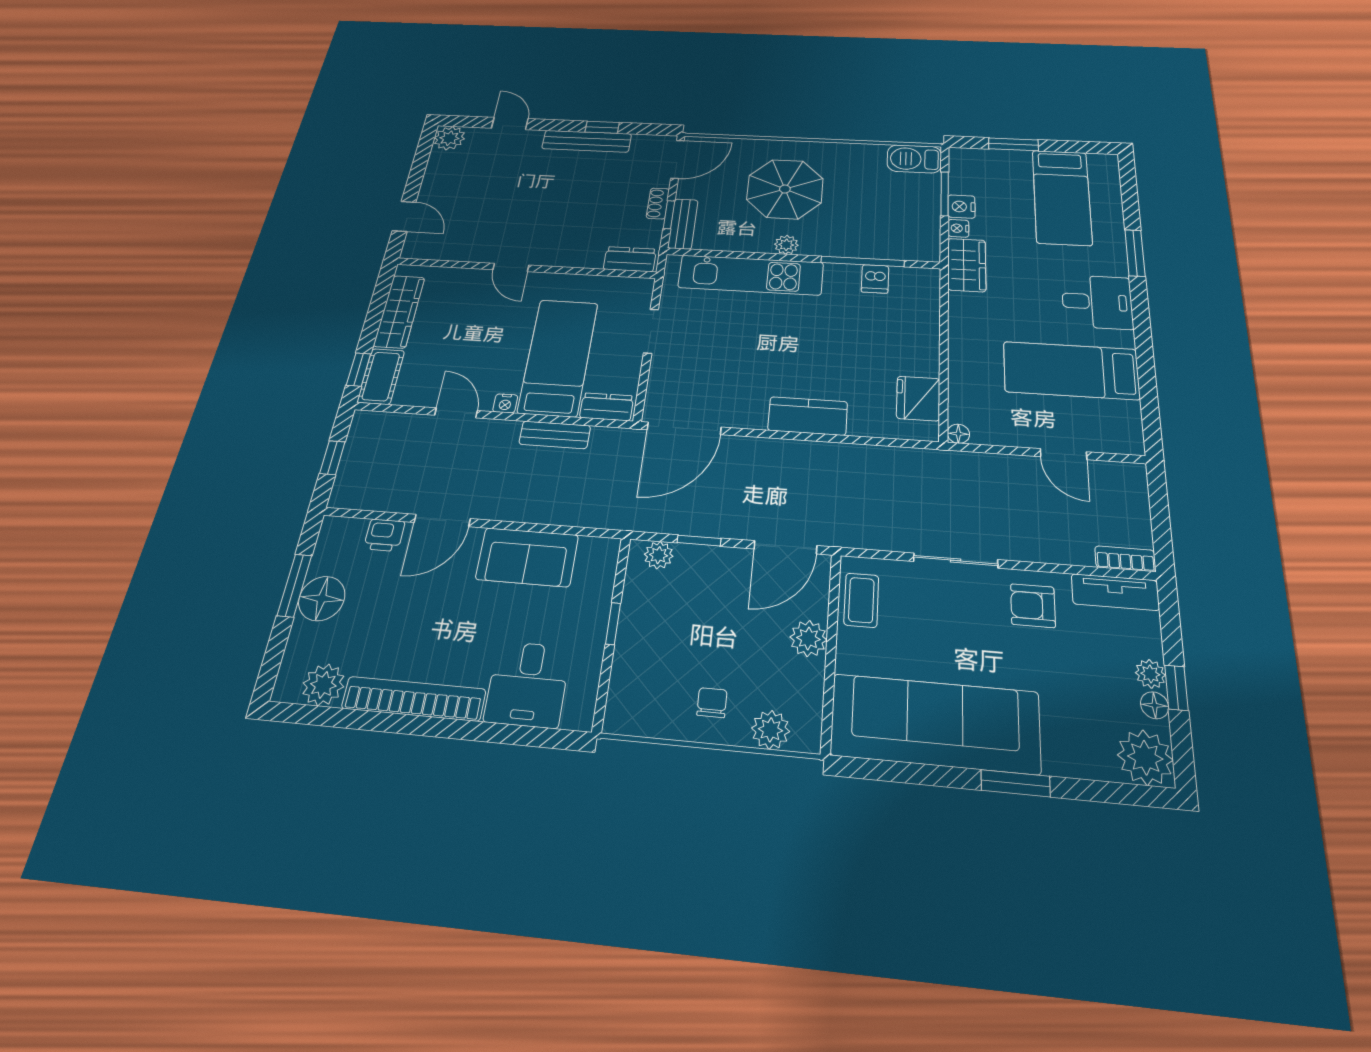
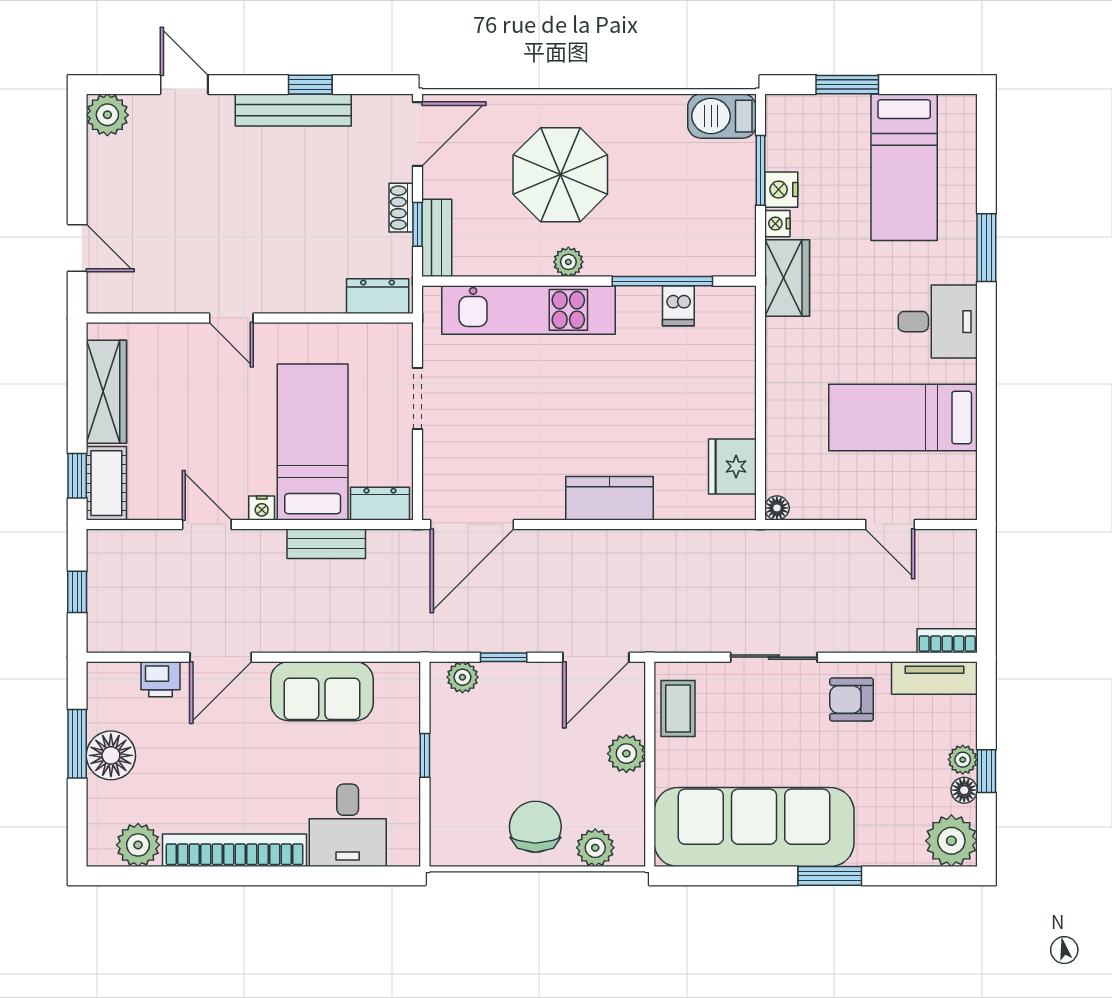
chair: (712, 703) -> (535, 827), width x1.87, depth x1.87

